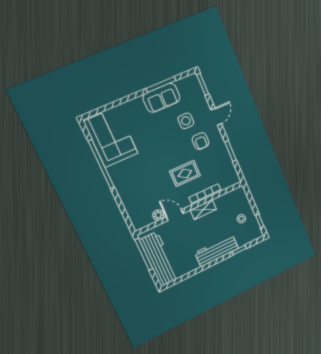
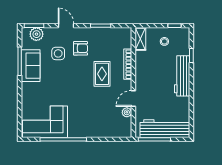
plant: (195, 90) -> (36, 34), added
shelving: (203, 210) -> (140, 39), moved

